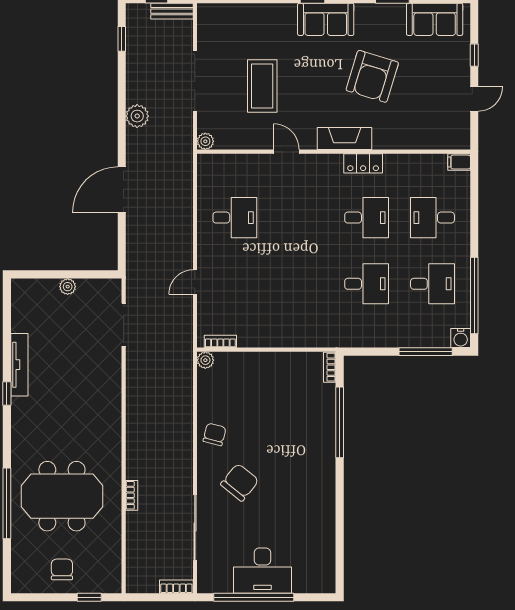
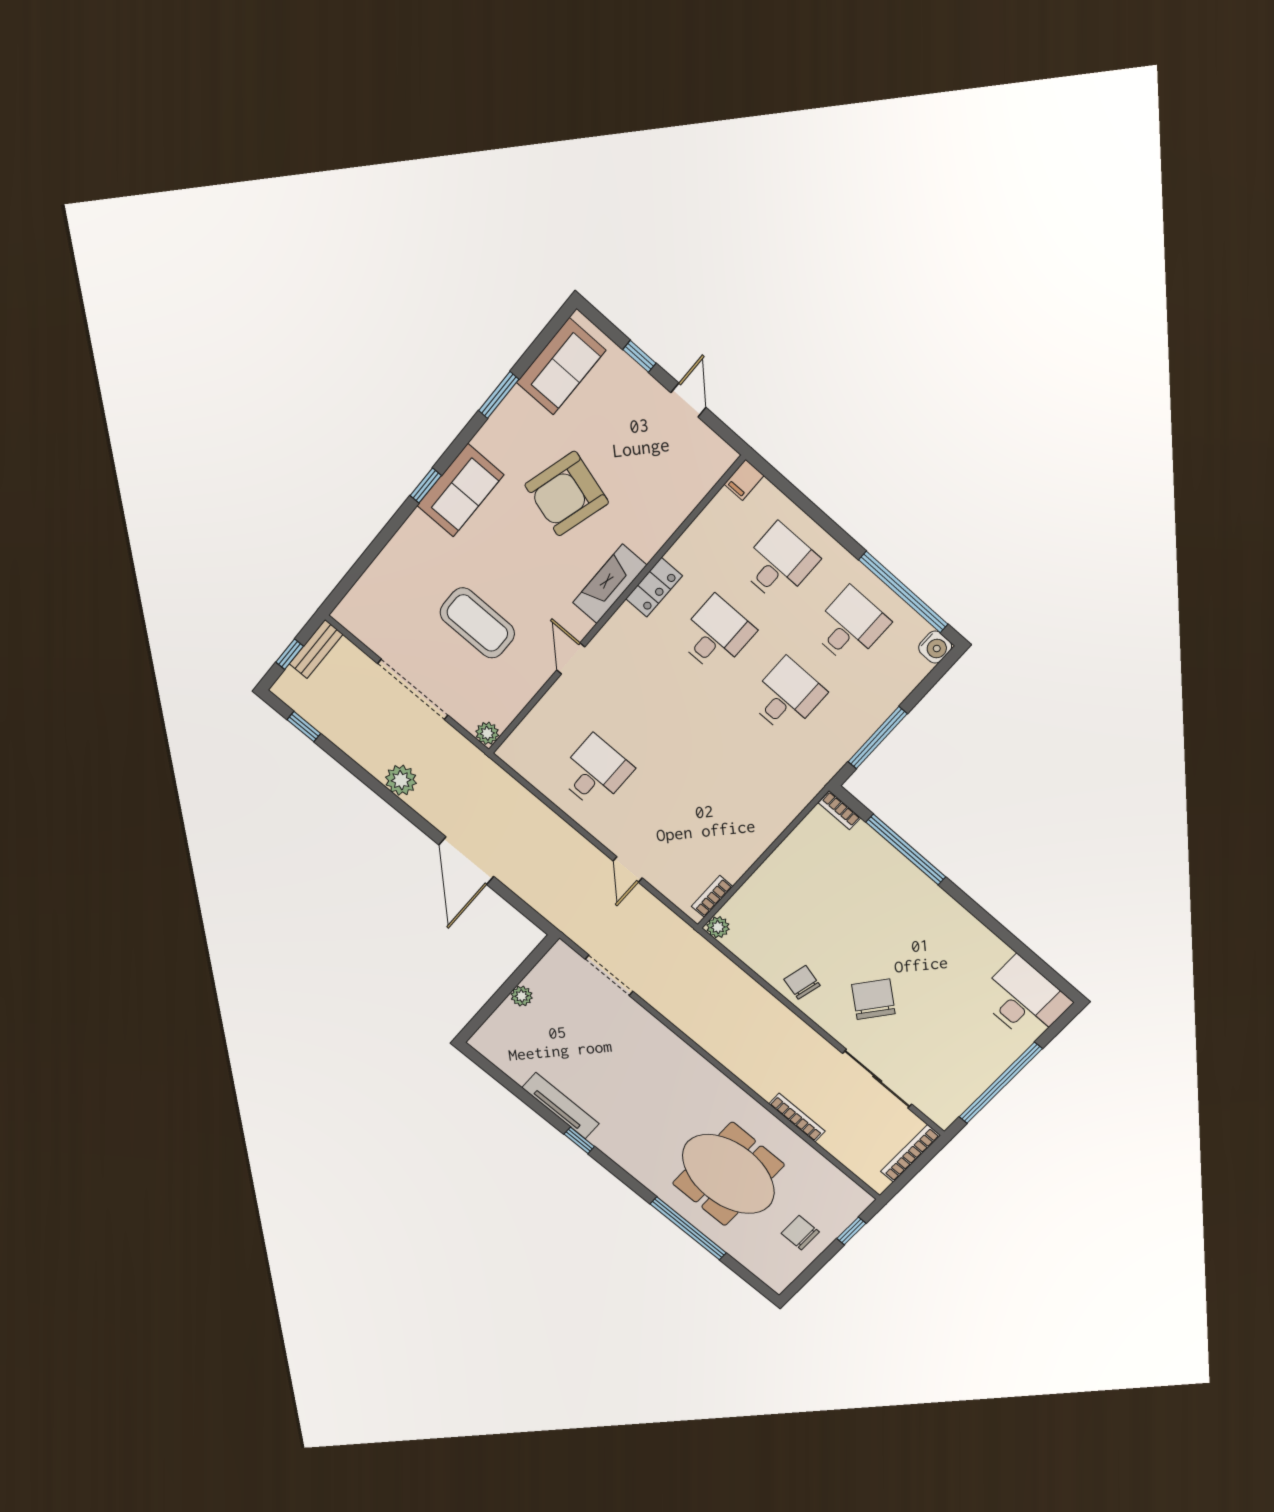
armchair: (372, 76) -> (567, 494), turned 89
door: (286, 152) -> (571, 658), hinge flipped
desk: (432, 218) -> (779, 563), turned 180
window: (426, 352) -> (878, 738), moved
bookcase: (132, 495) -> (797, 1117), width x1.56
meeting table: (62, 496) -> (728, 1174), turned 90
desk: (262, 571) -> (1024, 999), moved, turned -90
bookcase: (176, 587) -> (910, 1153), width x1.56

